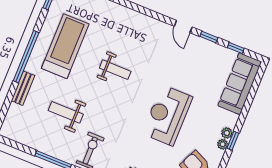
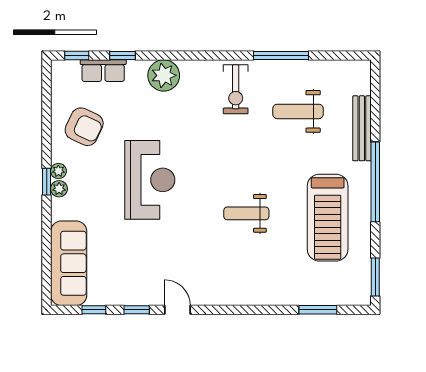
bench: (23, 88) -> (362, 128), width x1.36
weight bench: (66, 112) -> (298, 111), moved, turned 180

